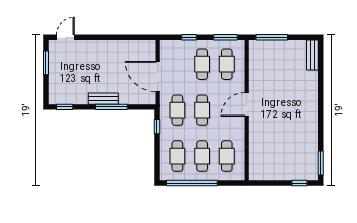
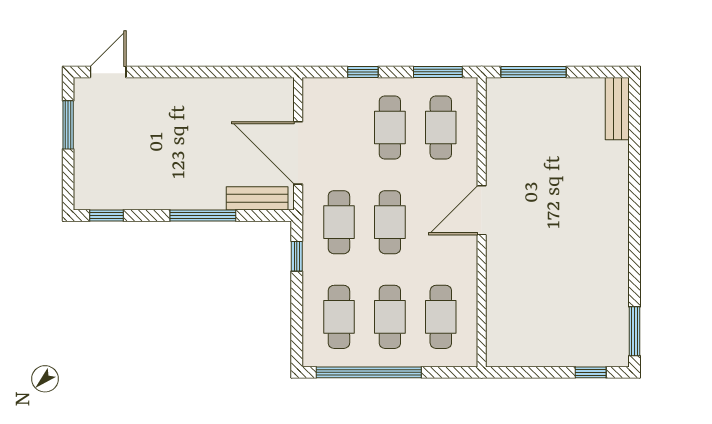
bench: (103, 99) -> (257, 198), moved

